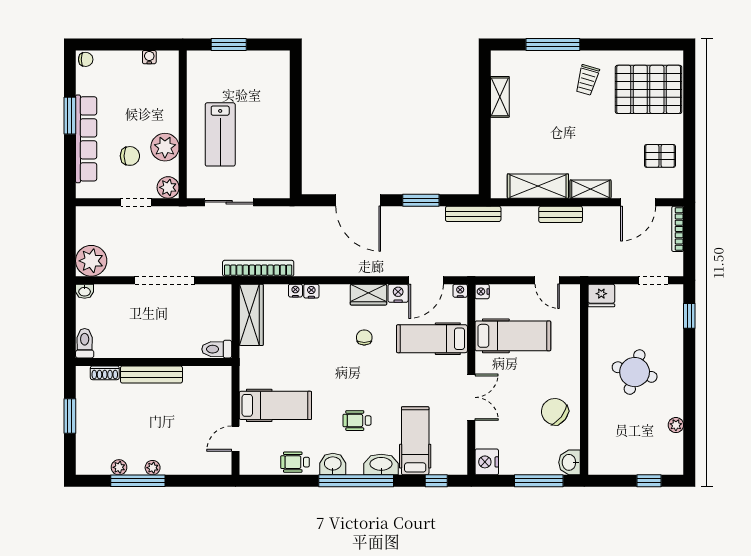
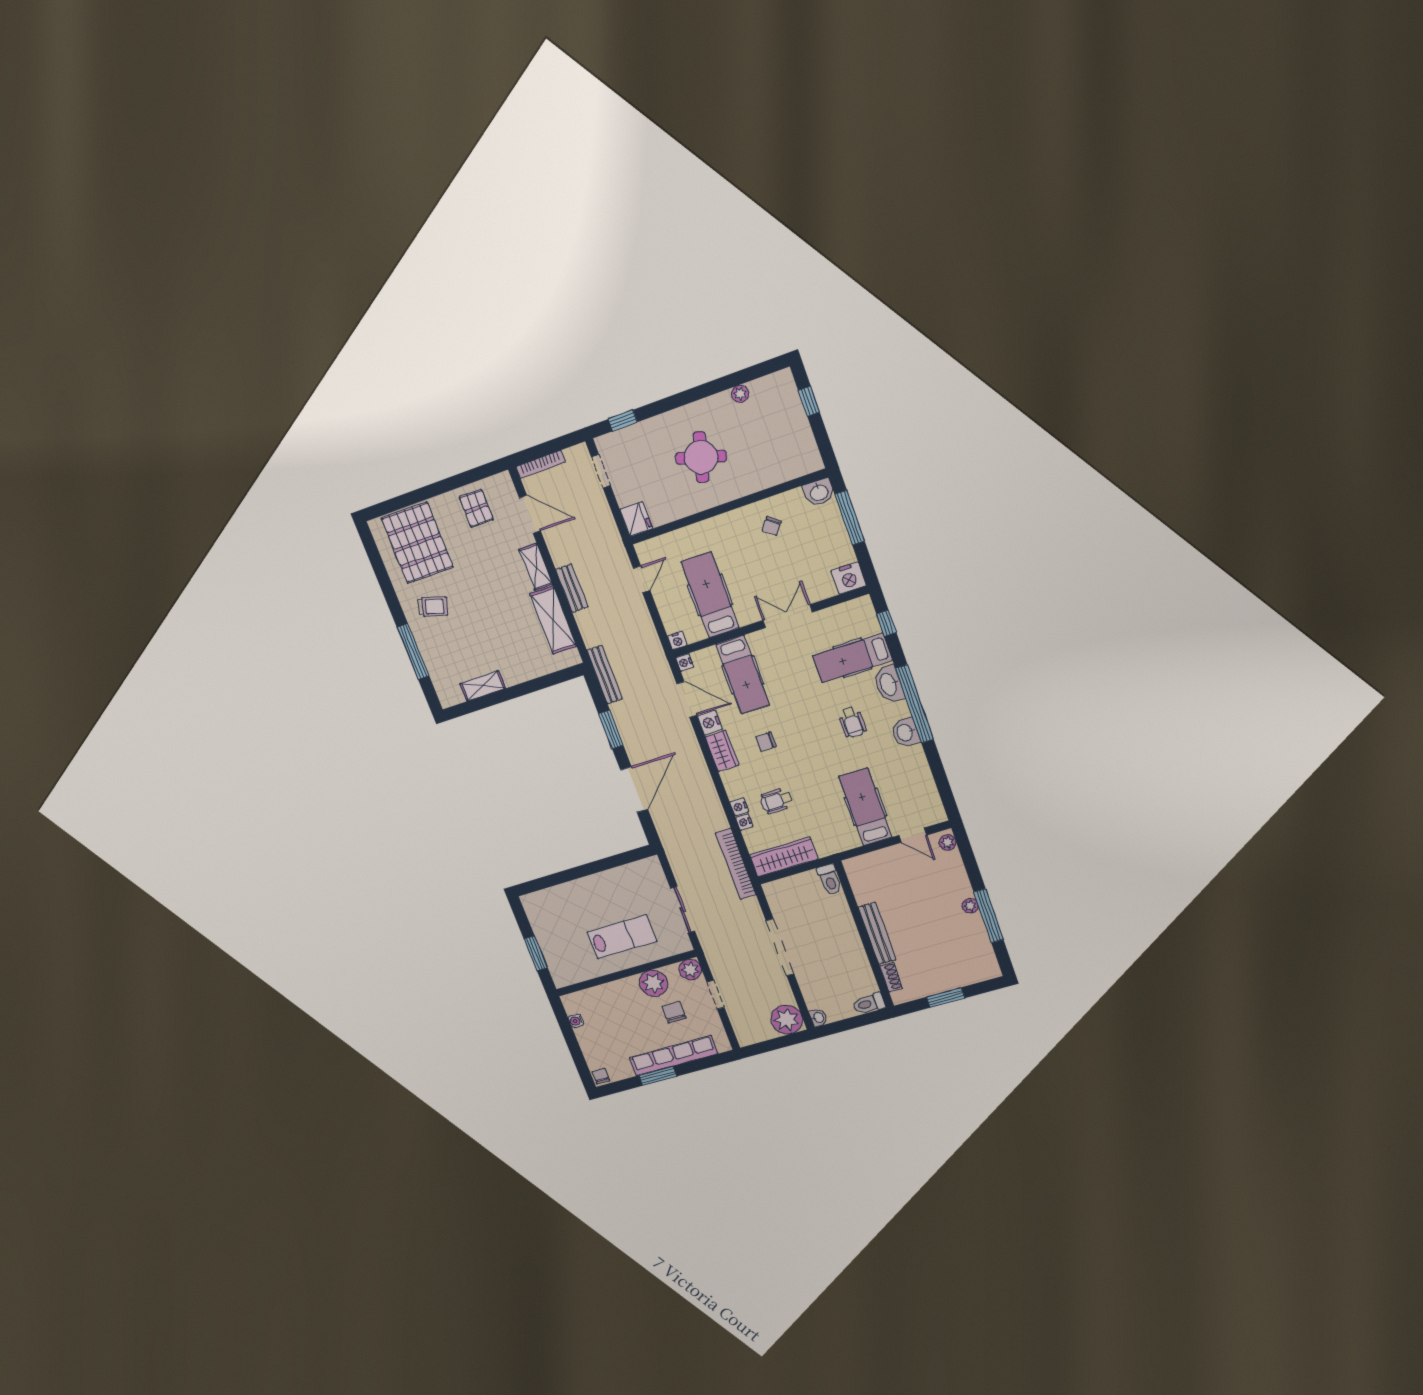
chair: (555, 412) -> (772, 526), width x0.54, depth x0.54
wheelchair: (295, 462) -> (776, 801), moved, turned 90
plant: (119, 467) -> (948, 842), moved

